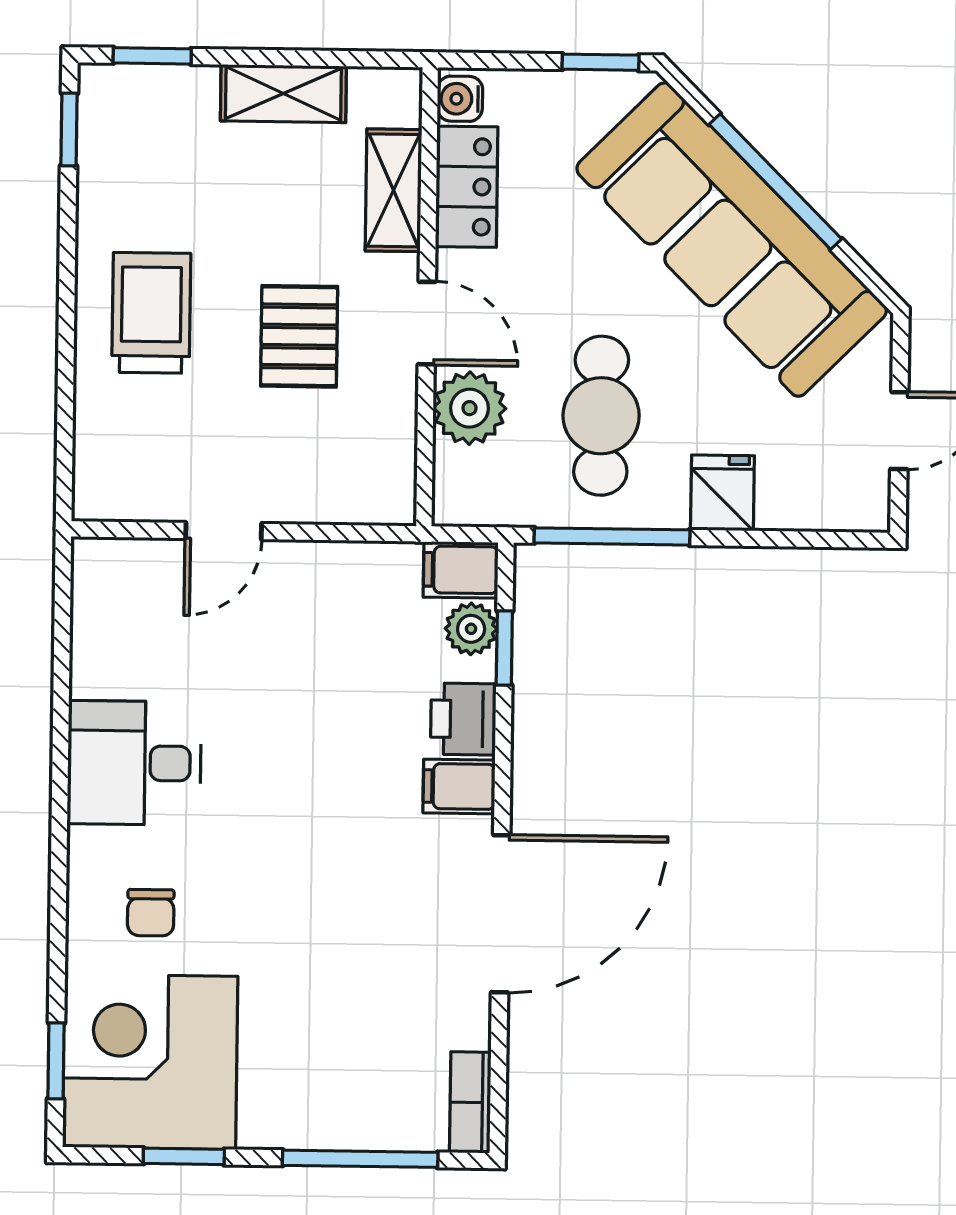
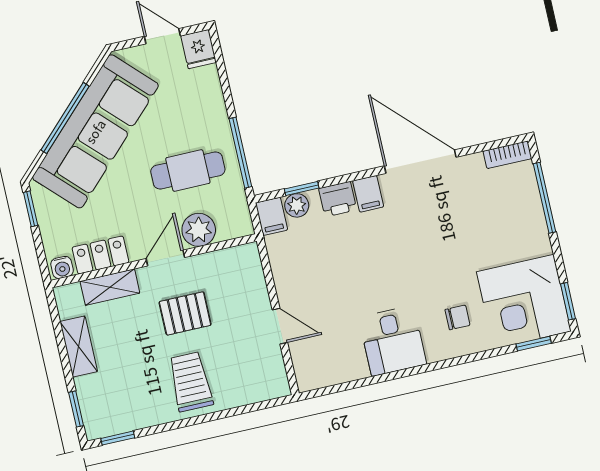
trolley: (151, 313) -> (191, 382), turned 90
fridge: (722, 493) -> (199, 49), moved, turned -90
window: (184, 1156) -> (568, 301), moved

